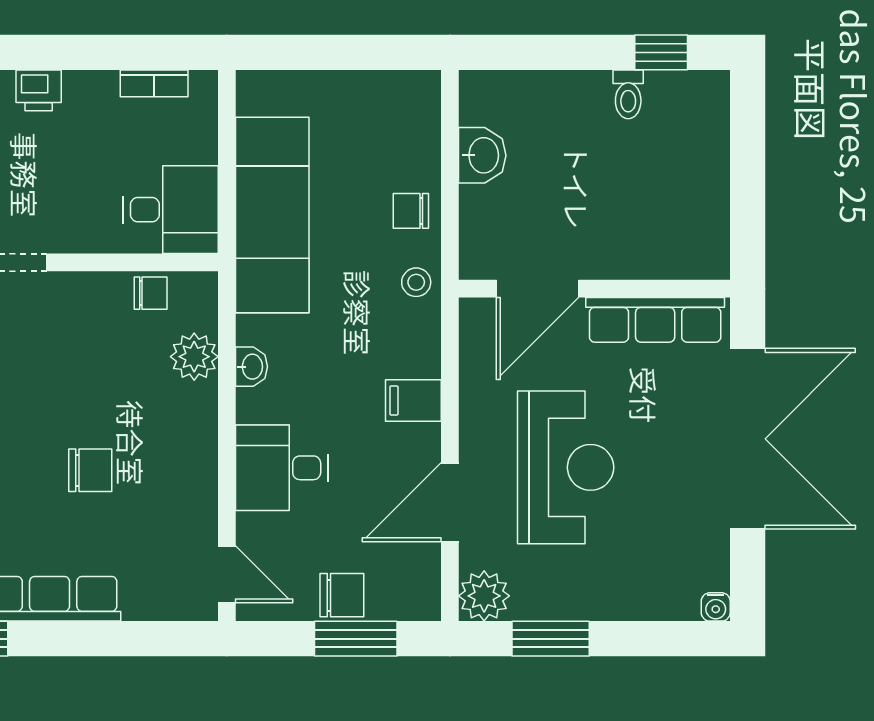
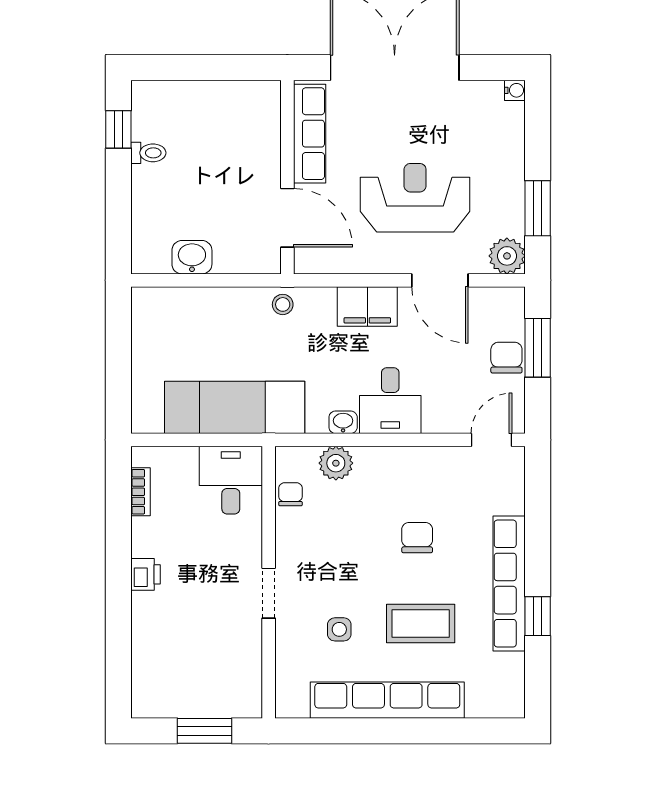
chair: (411, 211) -> (232, 308), removed
filing cabinet: (413, 401) -> (367, 306), width x2.00
desk: (282, 468) -> (390, 401), moved

